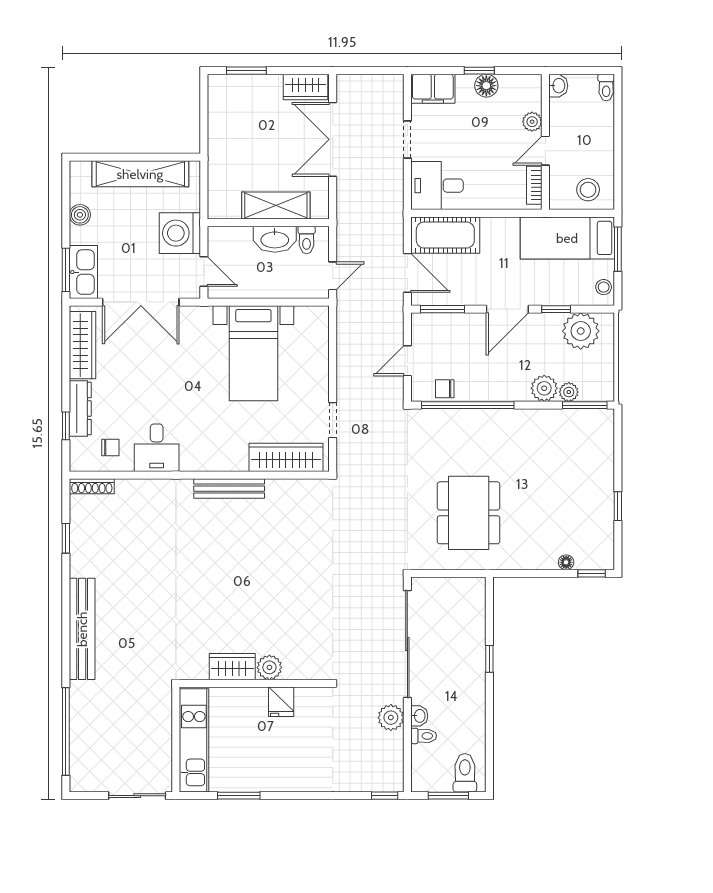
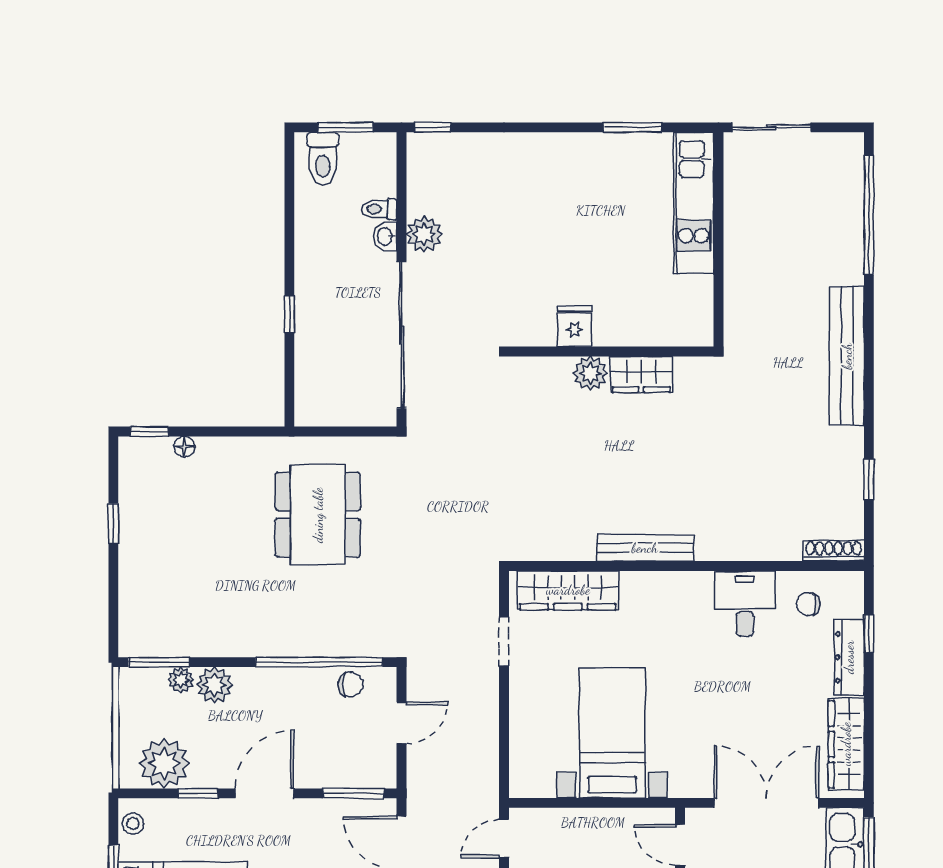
wardrobe: (232, 667) -> (641, 374), moved
plant: (269, 667) -> (590, 373), moved
wall: (254, 683) -> (611, 352), moved
fridge: (281, 702) -> (574, 326), moved

